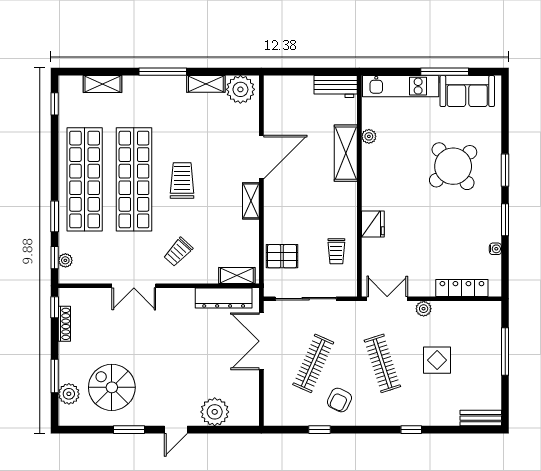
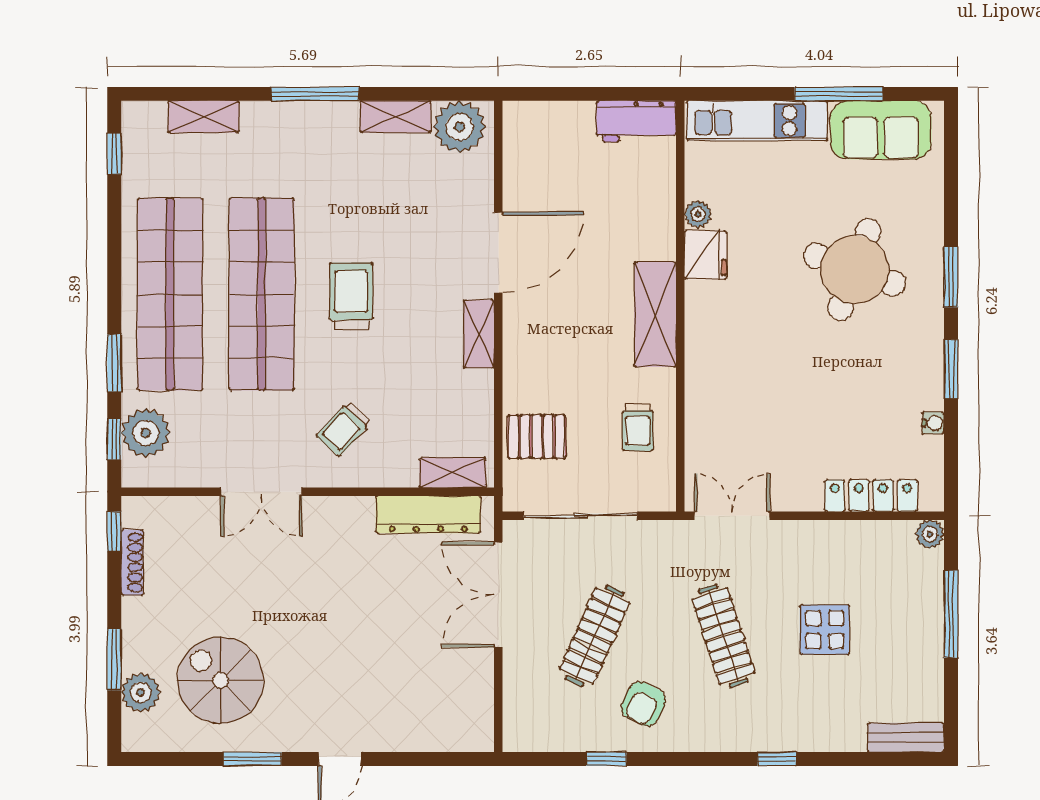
shelving: (346, 153) -> (655, 314), moved
round table: (453, 166) -> (855, 269), turned -30
fridge: (373, 224) -> (706, 255), moved
plant: (65, 260) -> (146, 433), width x1.88, depth x1.88
plant: (424, 309) -> (930, 534), moved
plant: (215, 412) -> (412, 726), removed

